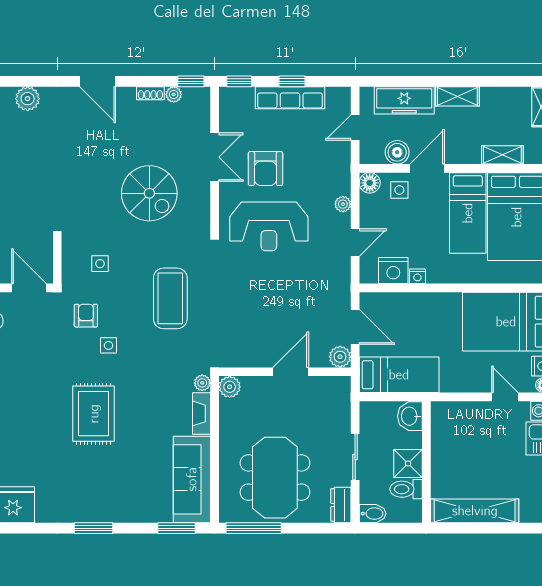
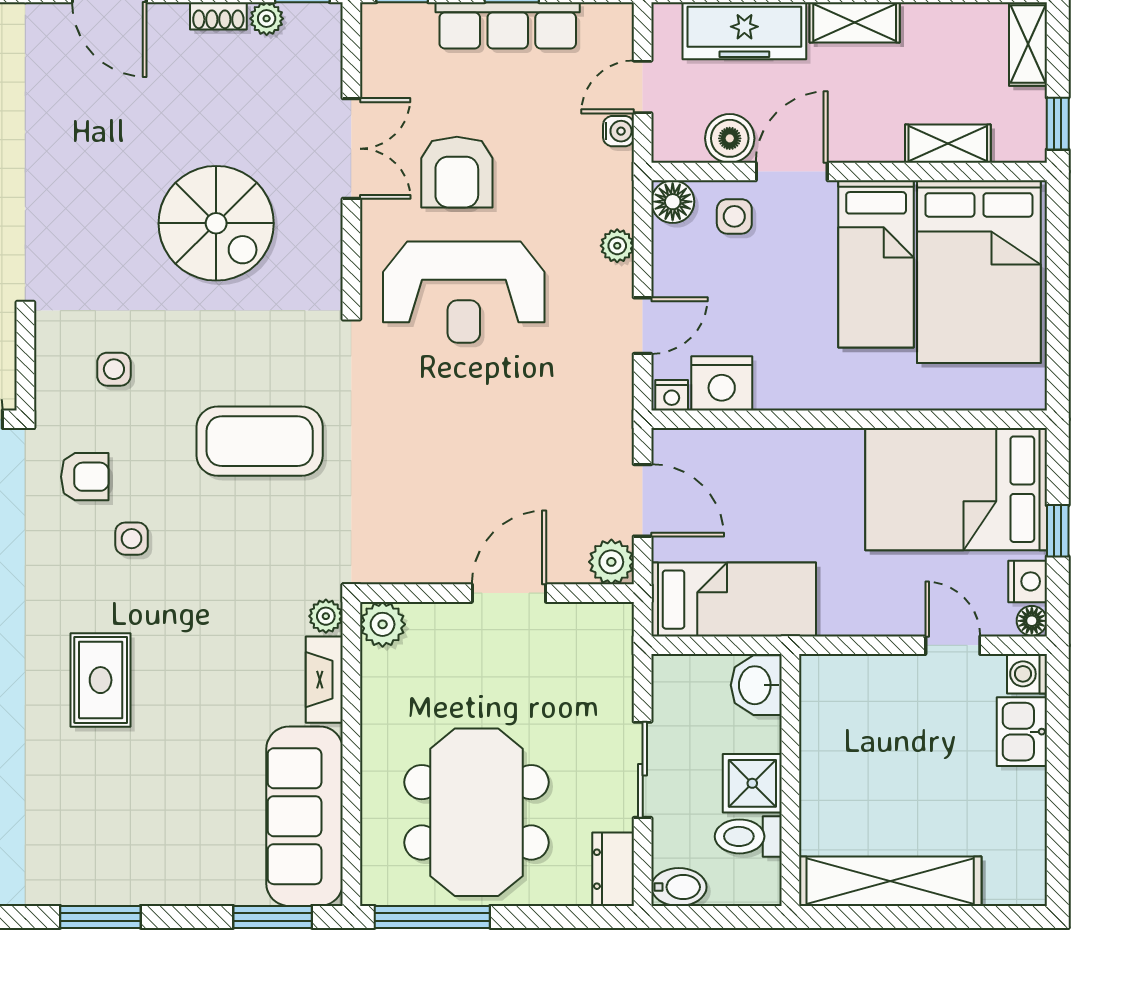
water cooler: (344, 149) -> (619, 131), added
nightstand: (417, 276) -> (672, 395), moved
coffee table: (170, 298) -> (260, 441), turned 90
armchair: (86, 316) -> (85, 477), turned 90
rug: (94, 414) -> (101, 680), width x0.73, depth x0.70

